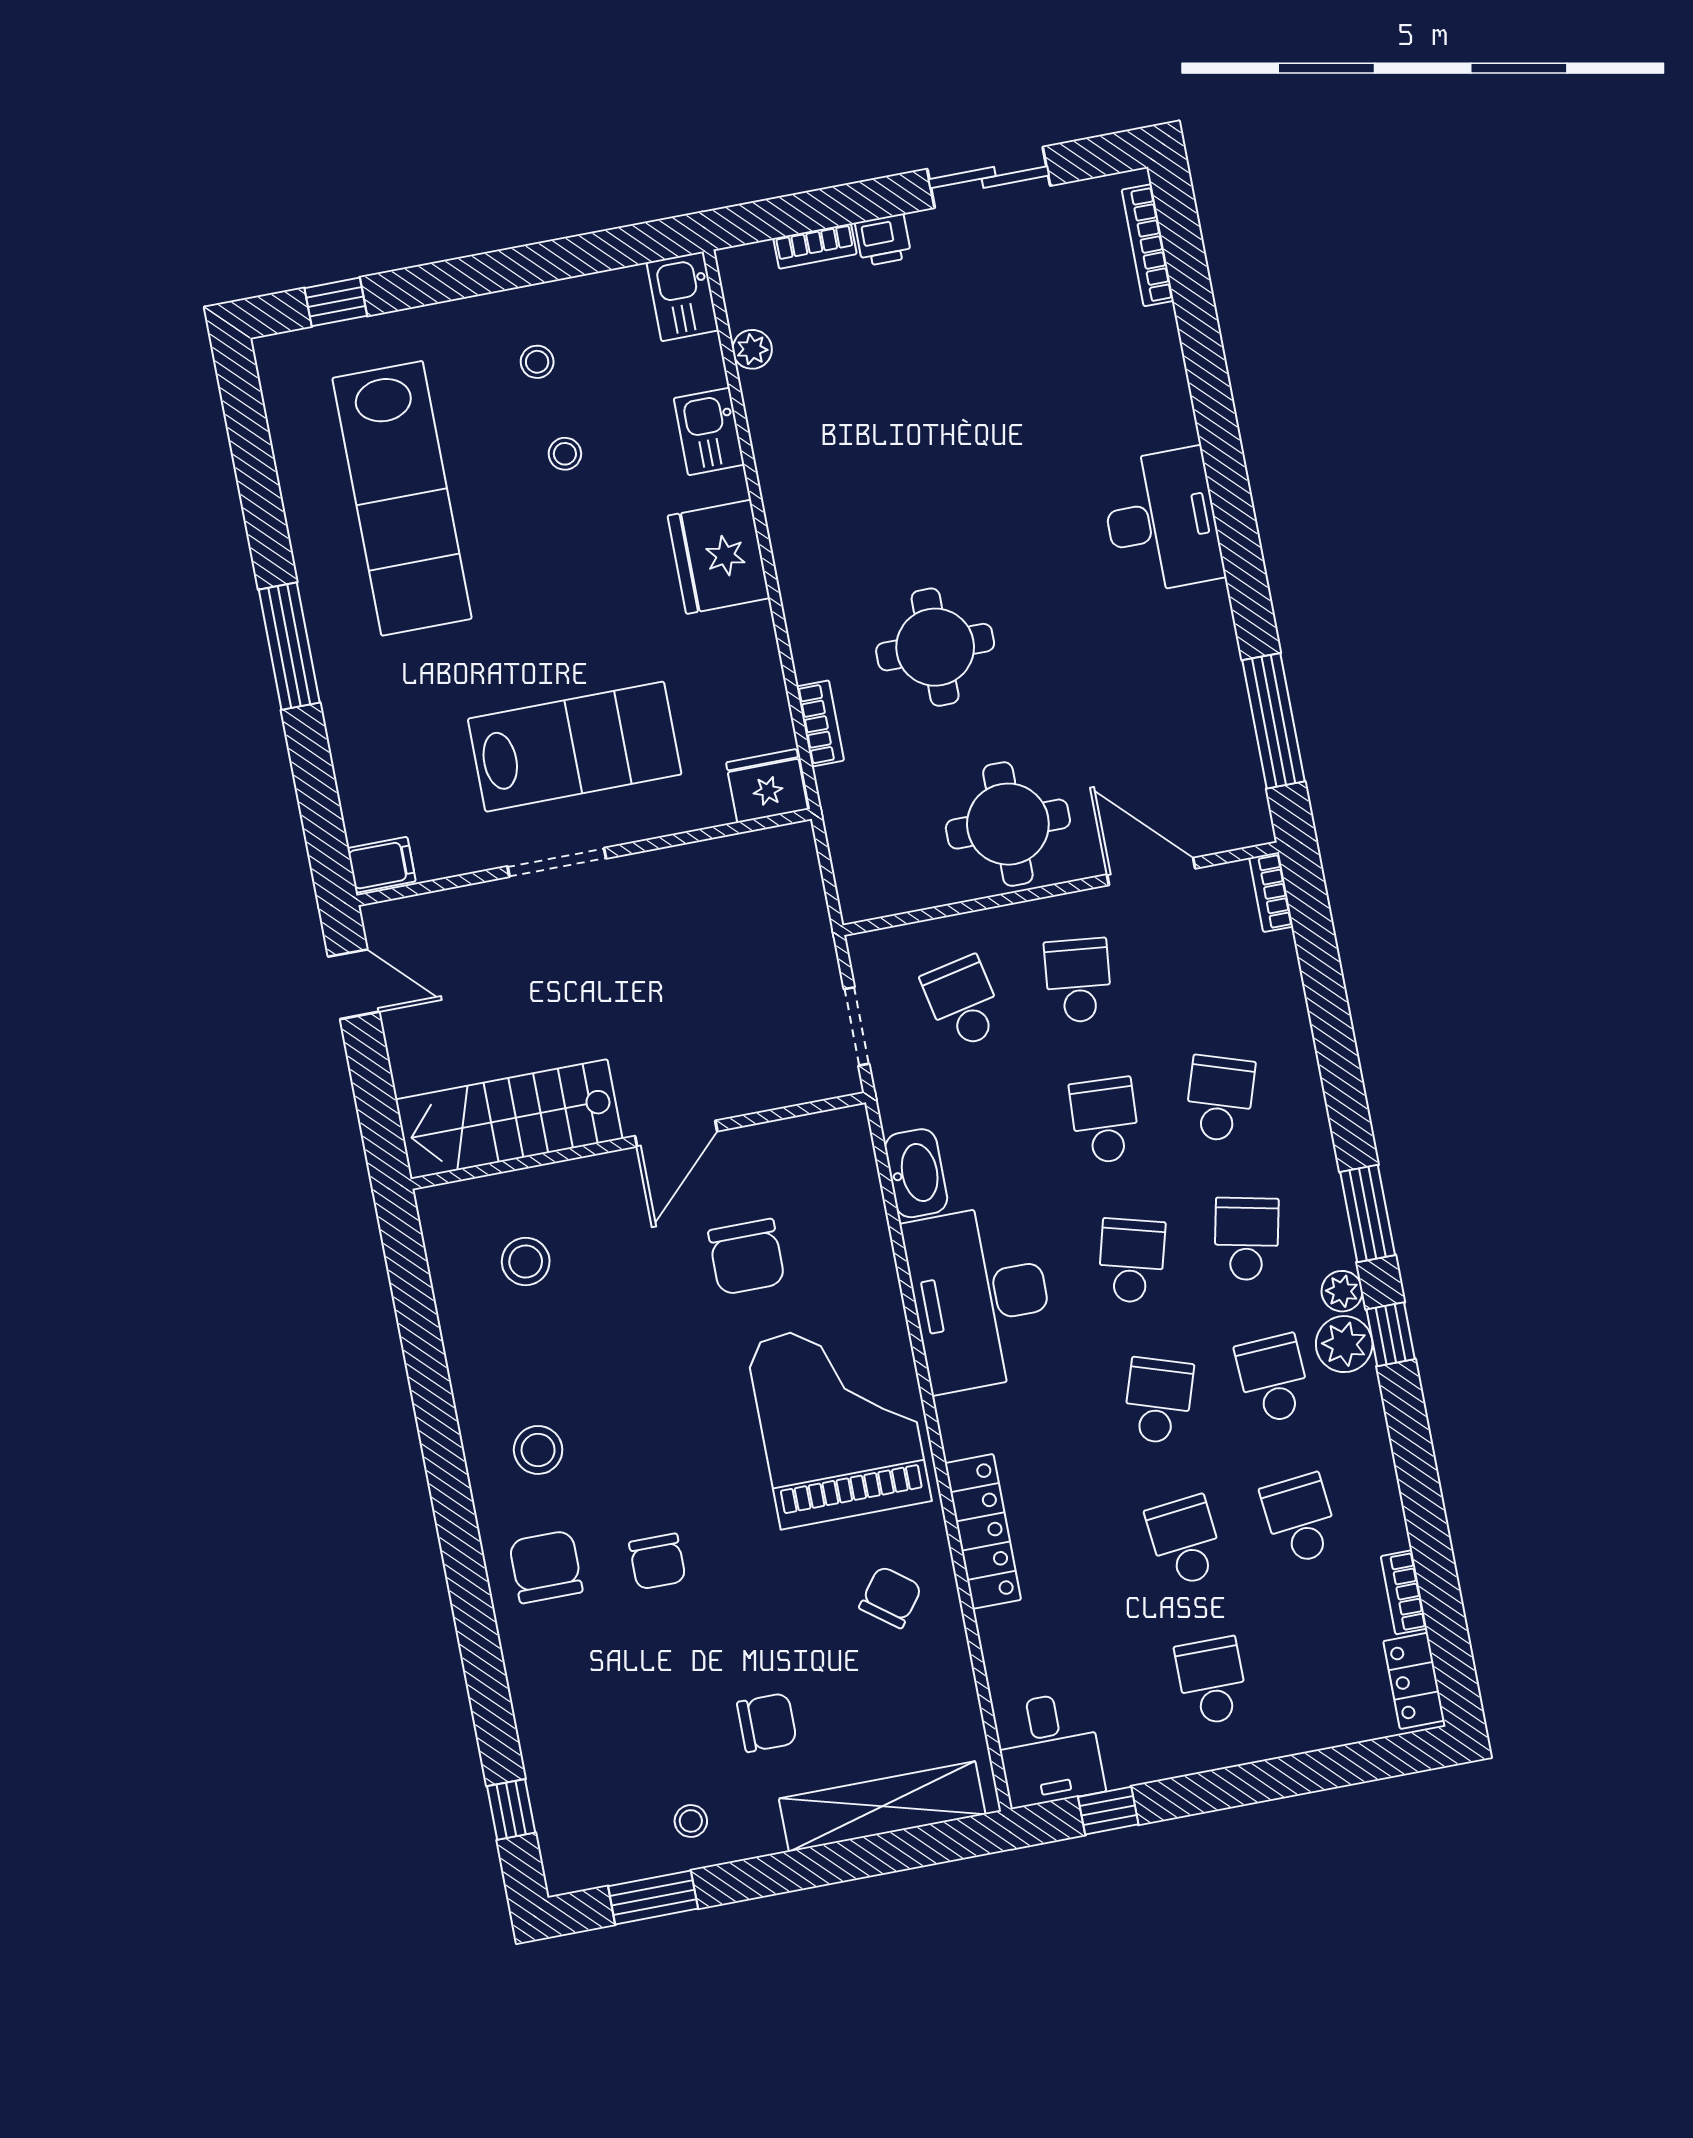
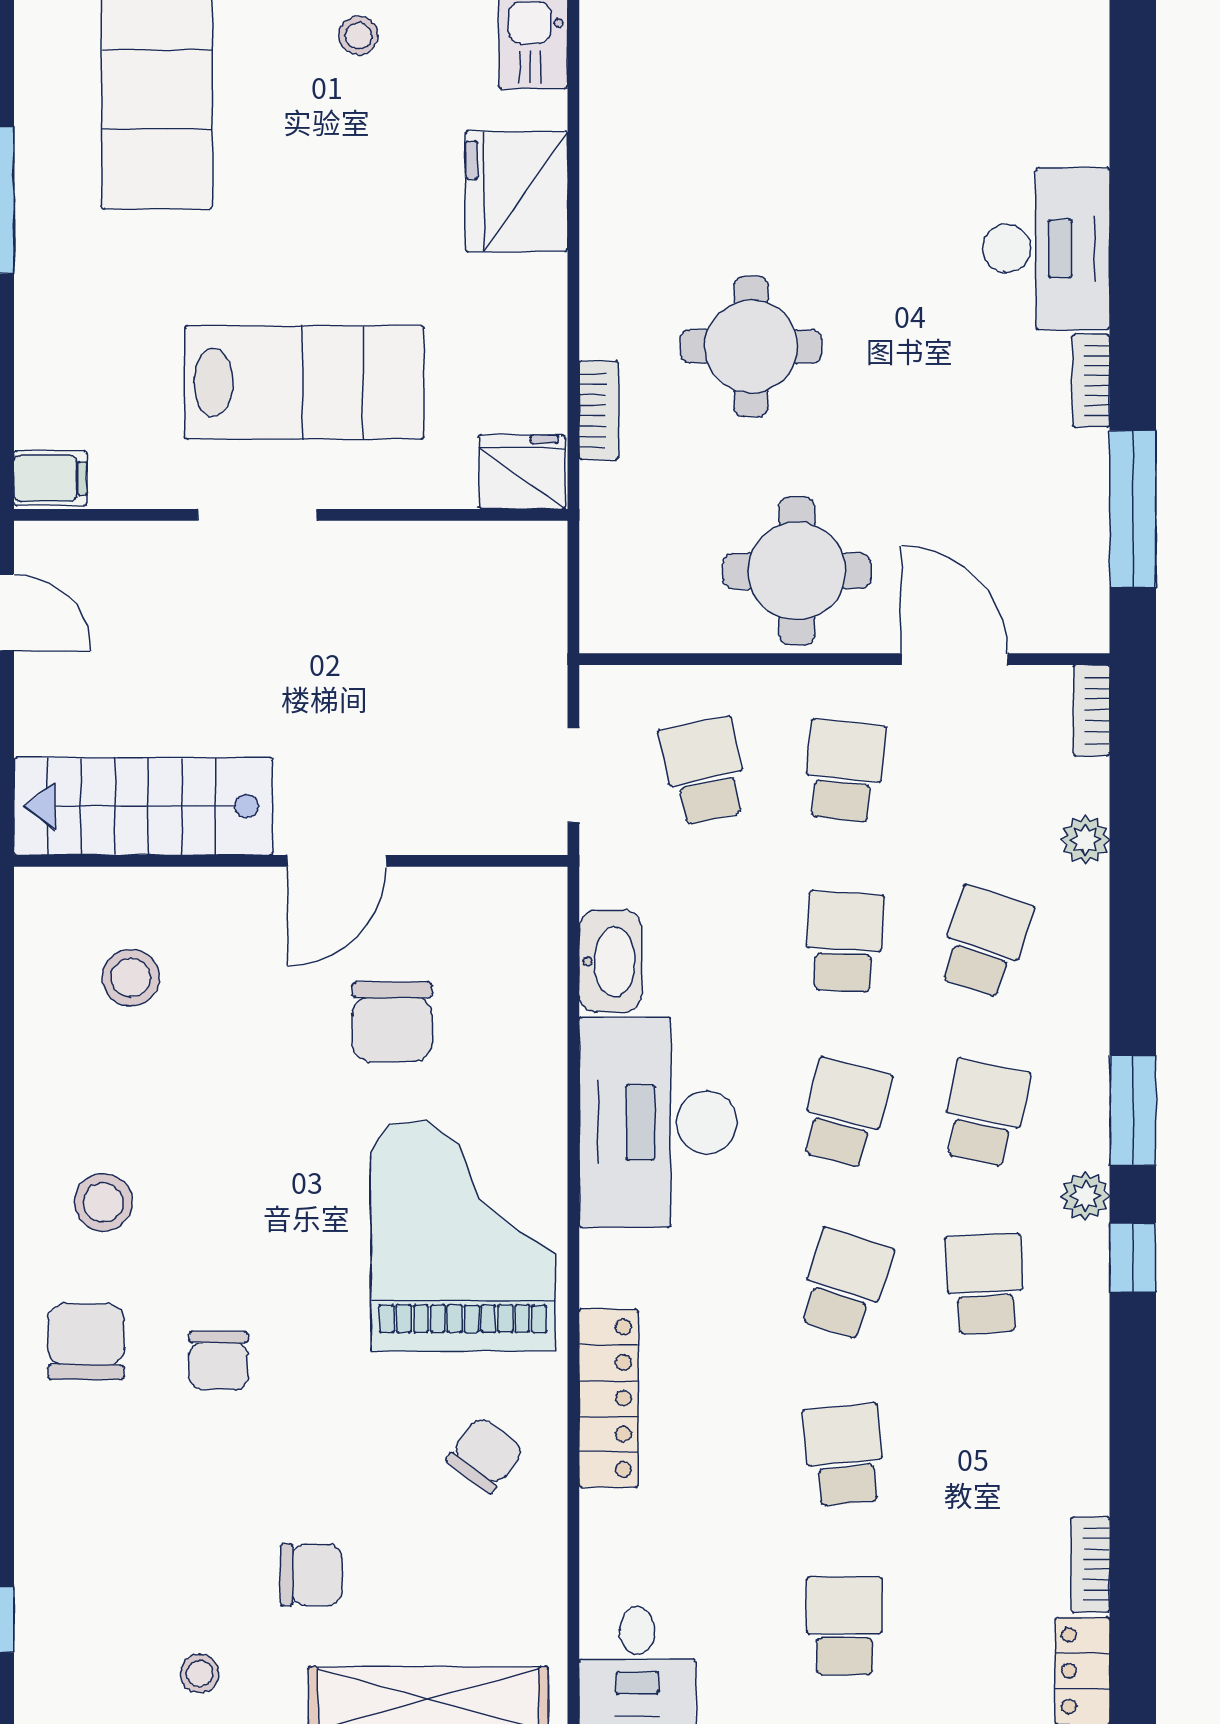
bookcase: (1219, 622) -> (1091, 381), added
plant: (1344, 1344) -> (1085, 840), moved, width x0.73, depth x0.73
school desk: (1300, 1519) -> (985, 1455), removed

